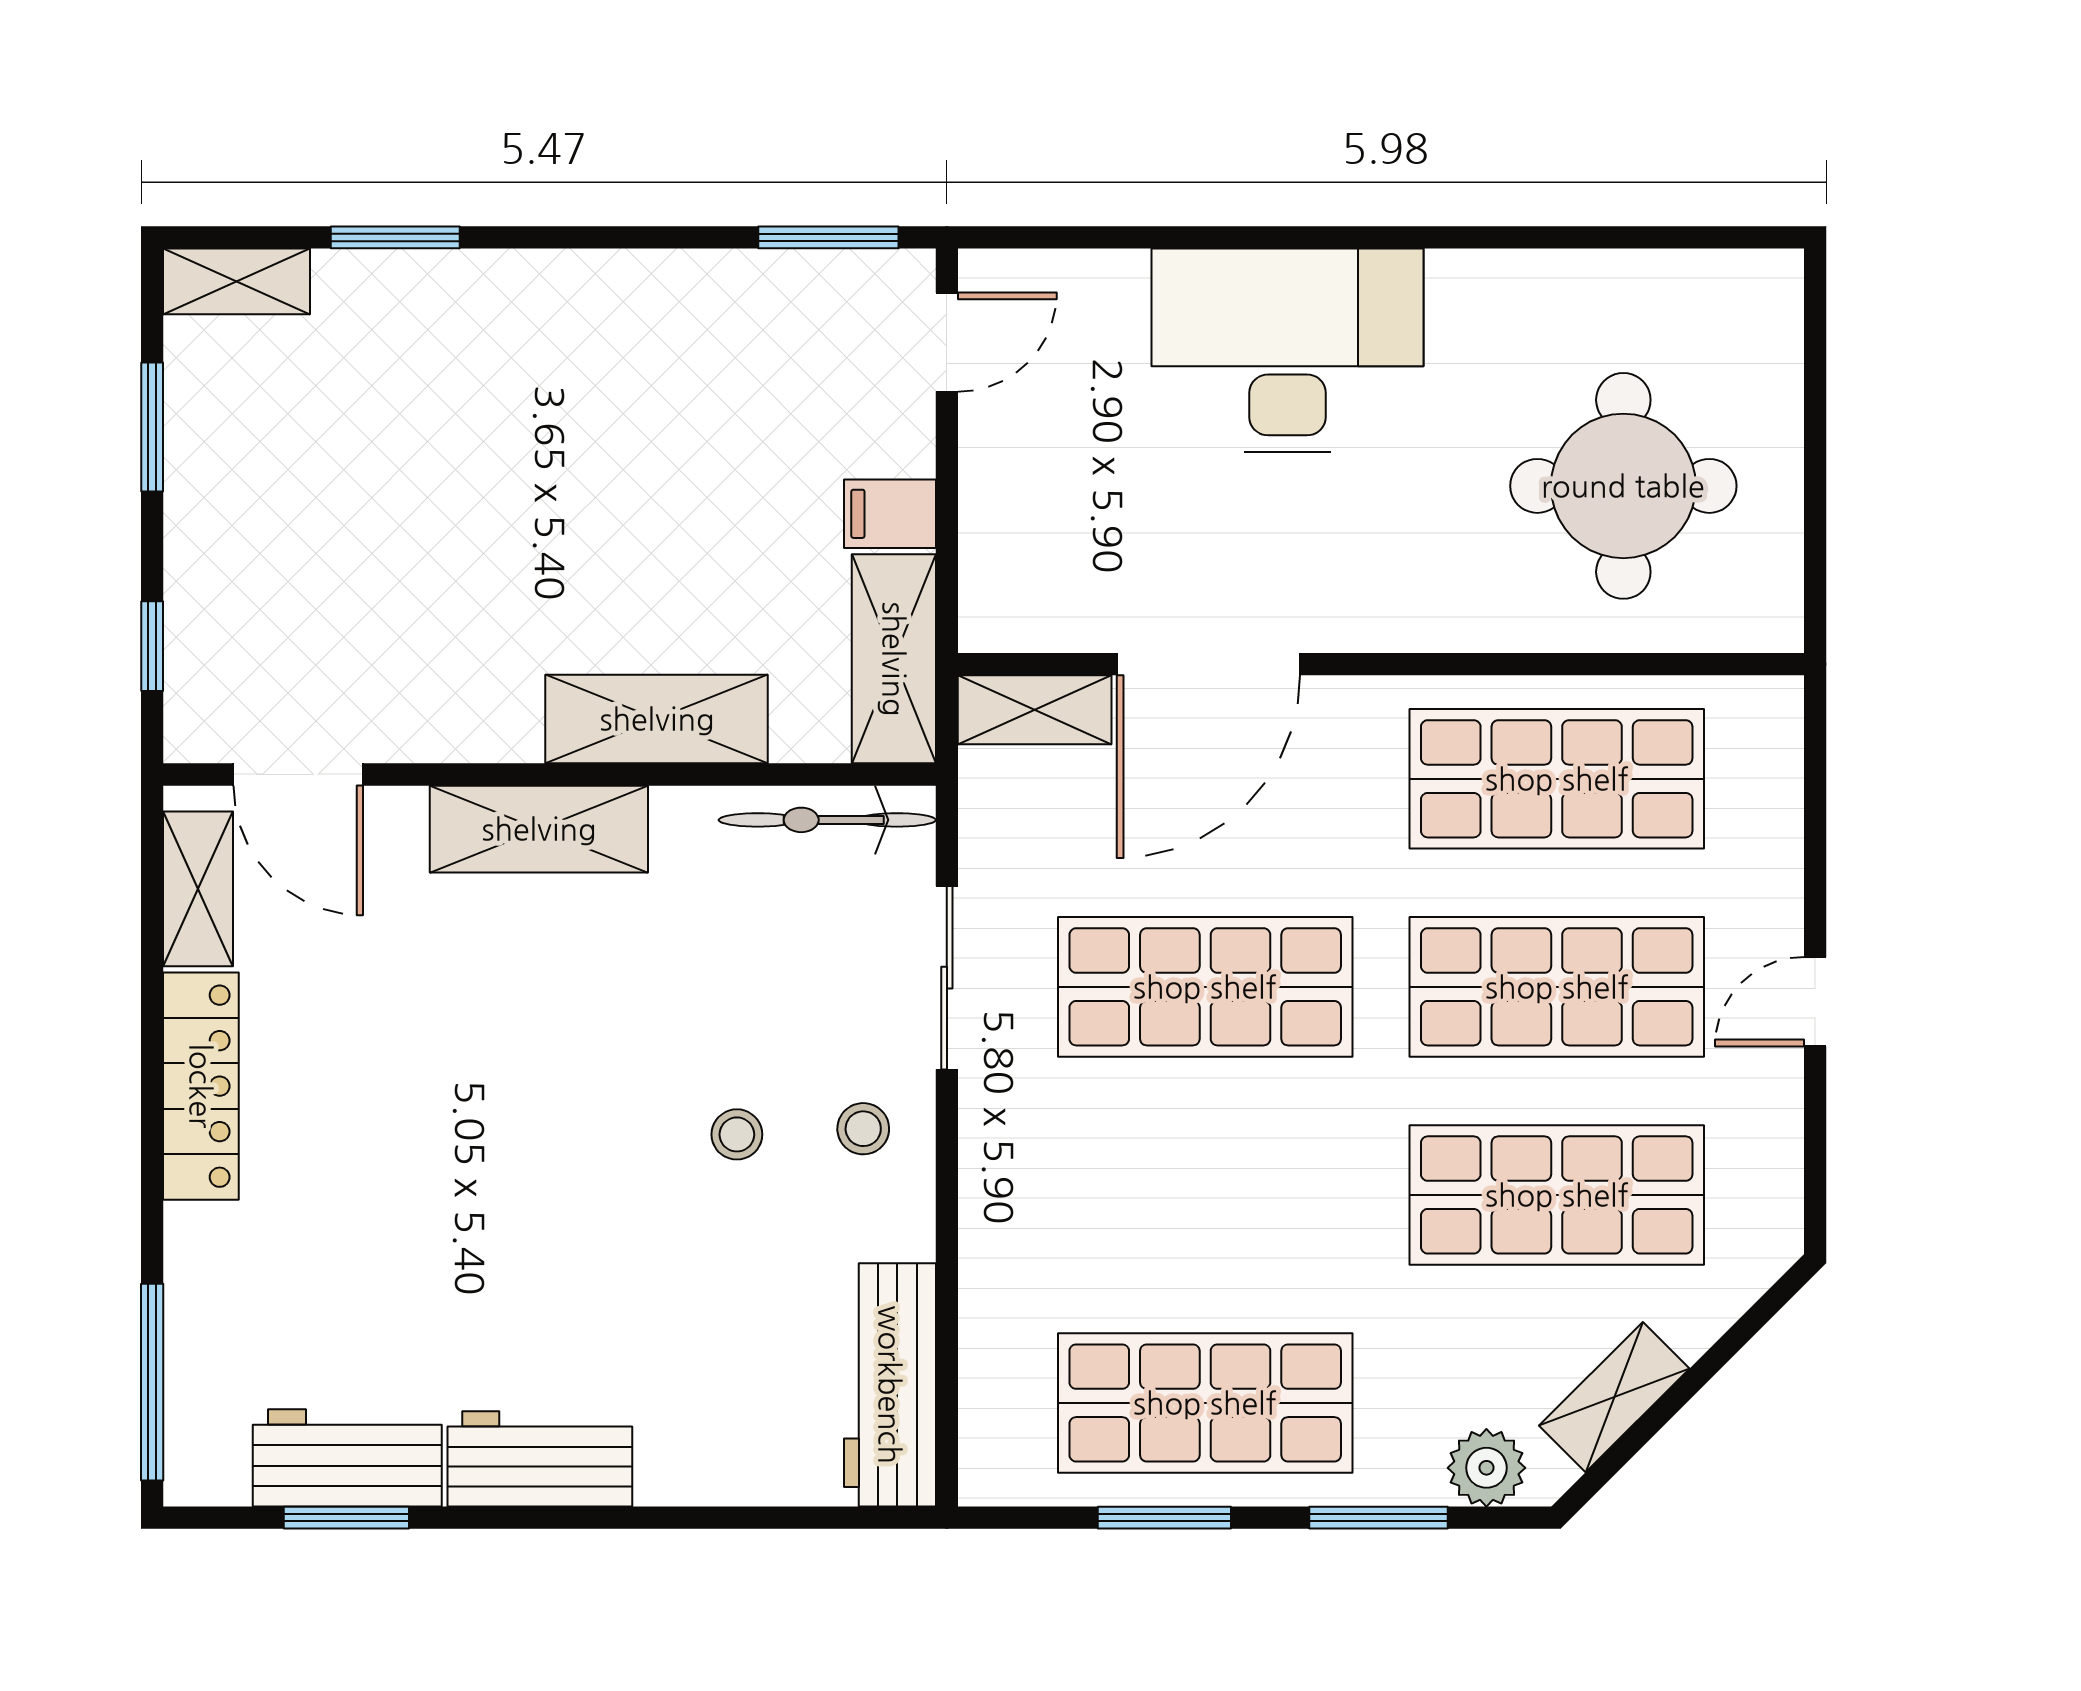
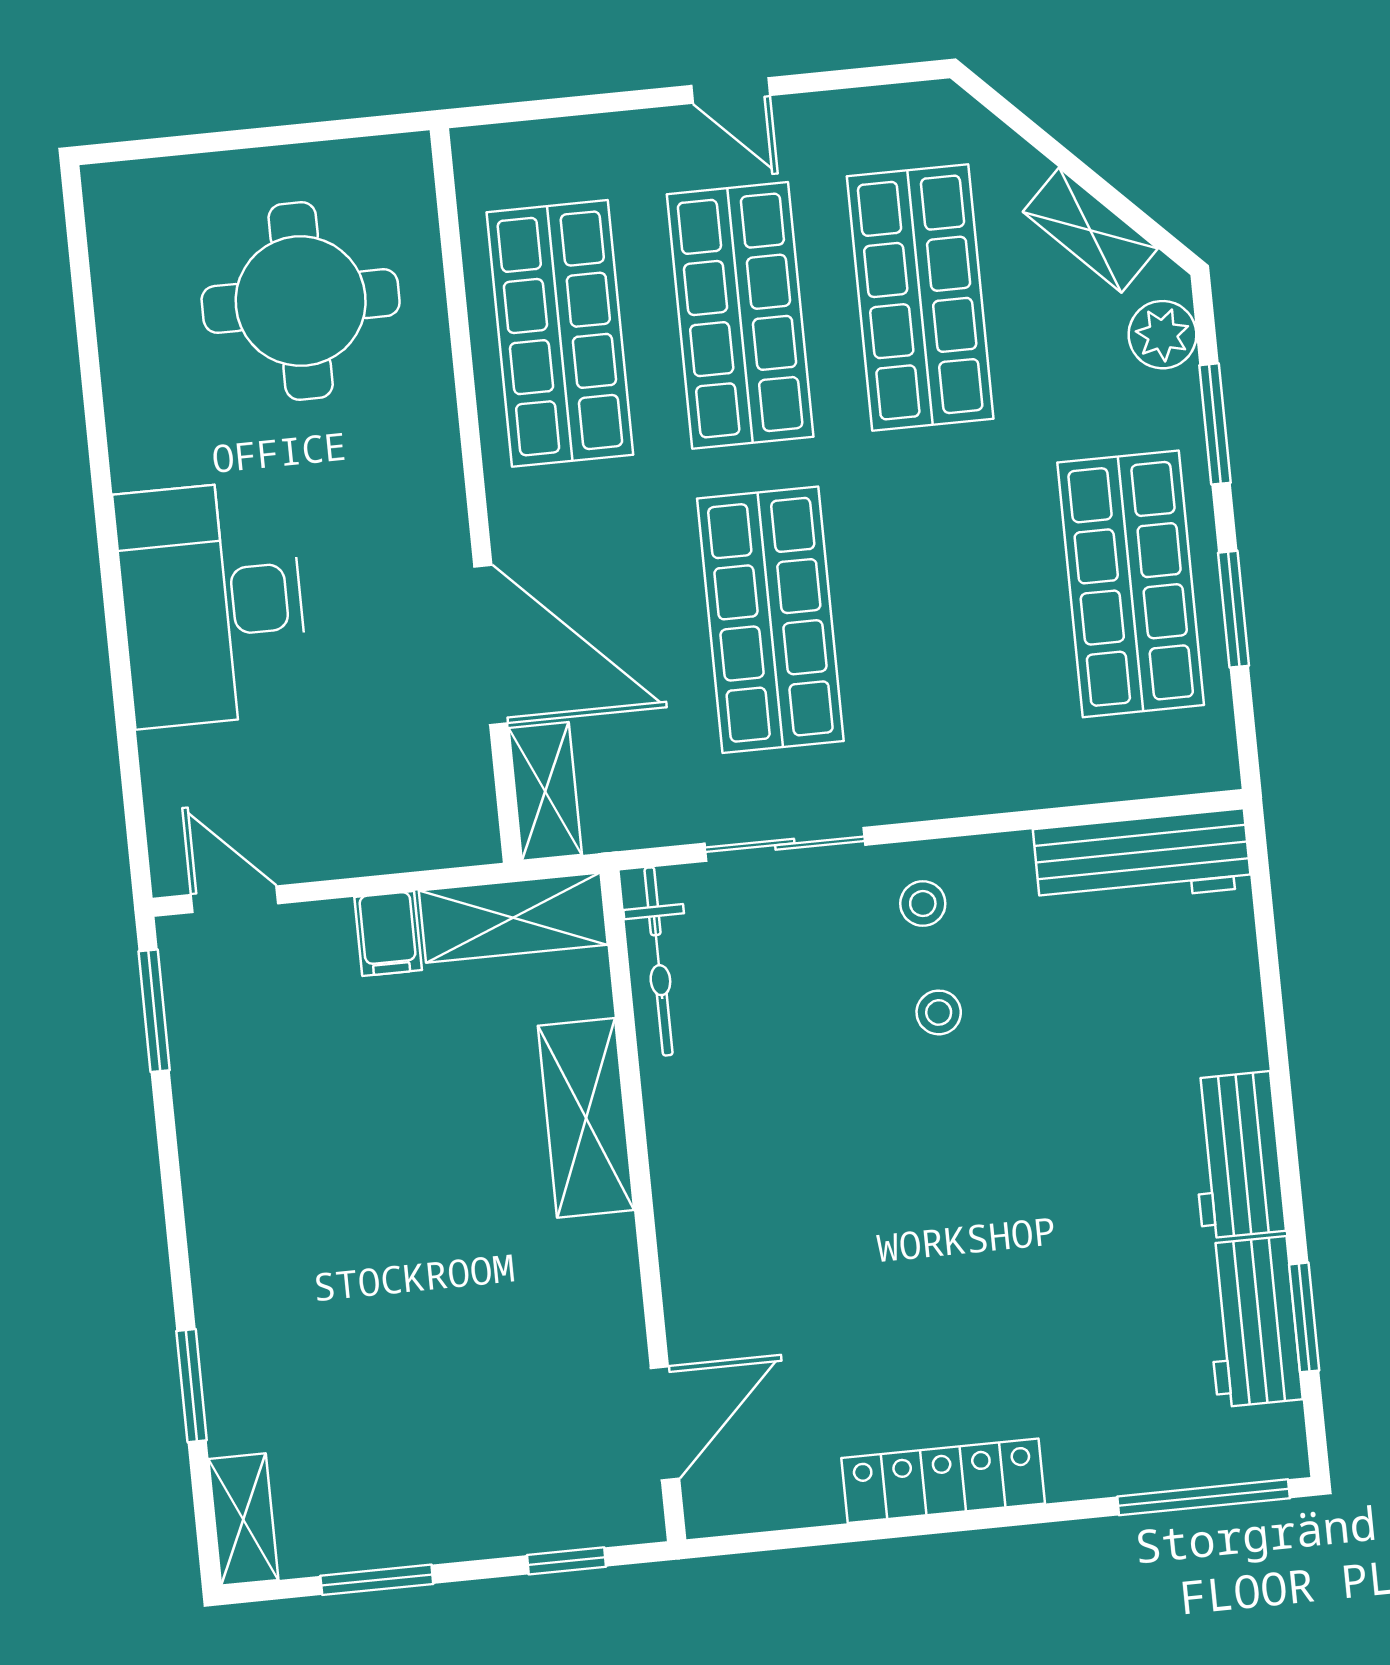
shelving: (539, 829) -> (691, 1210), removed
shelving: (198, 889) -> (773, 1500), removed

